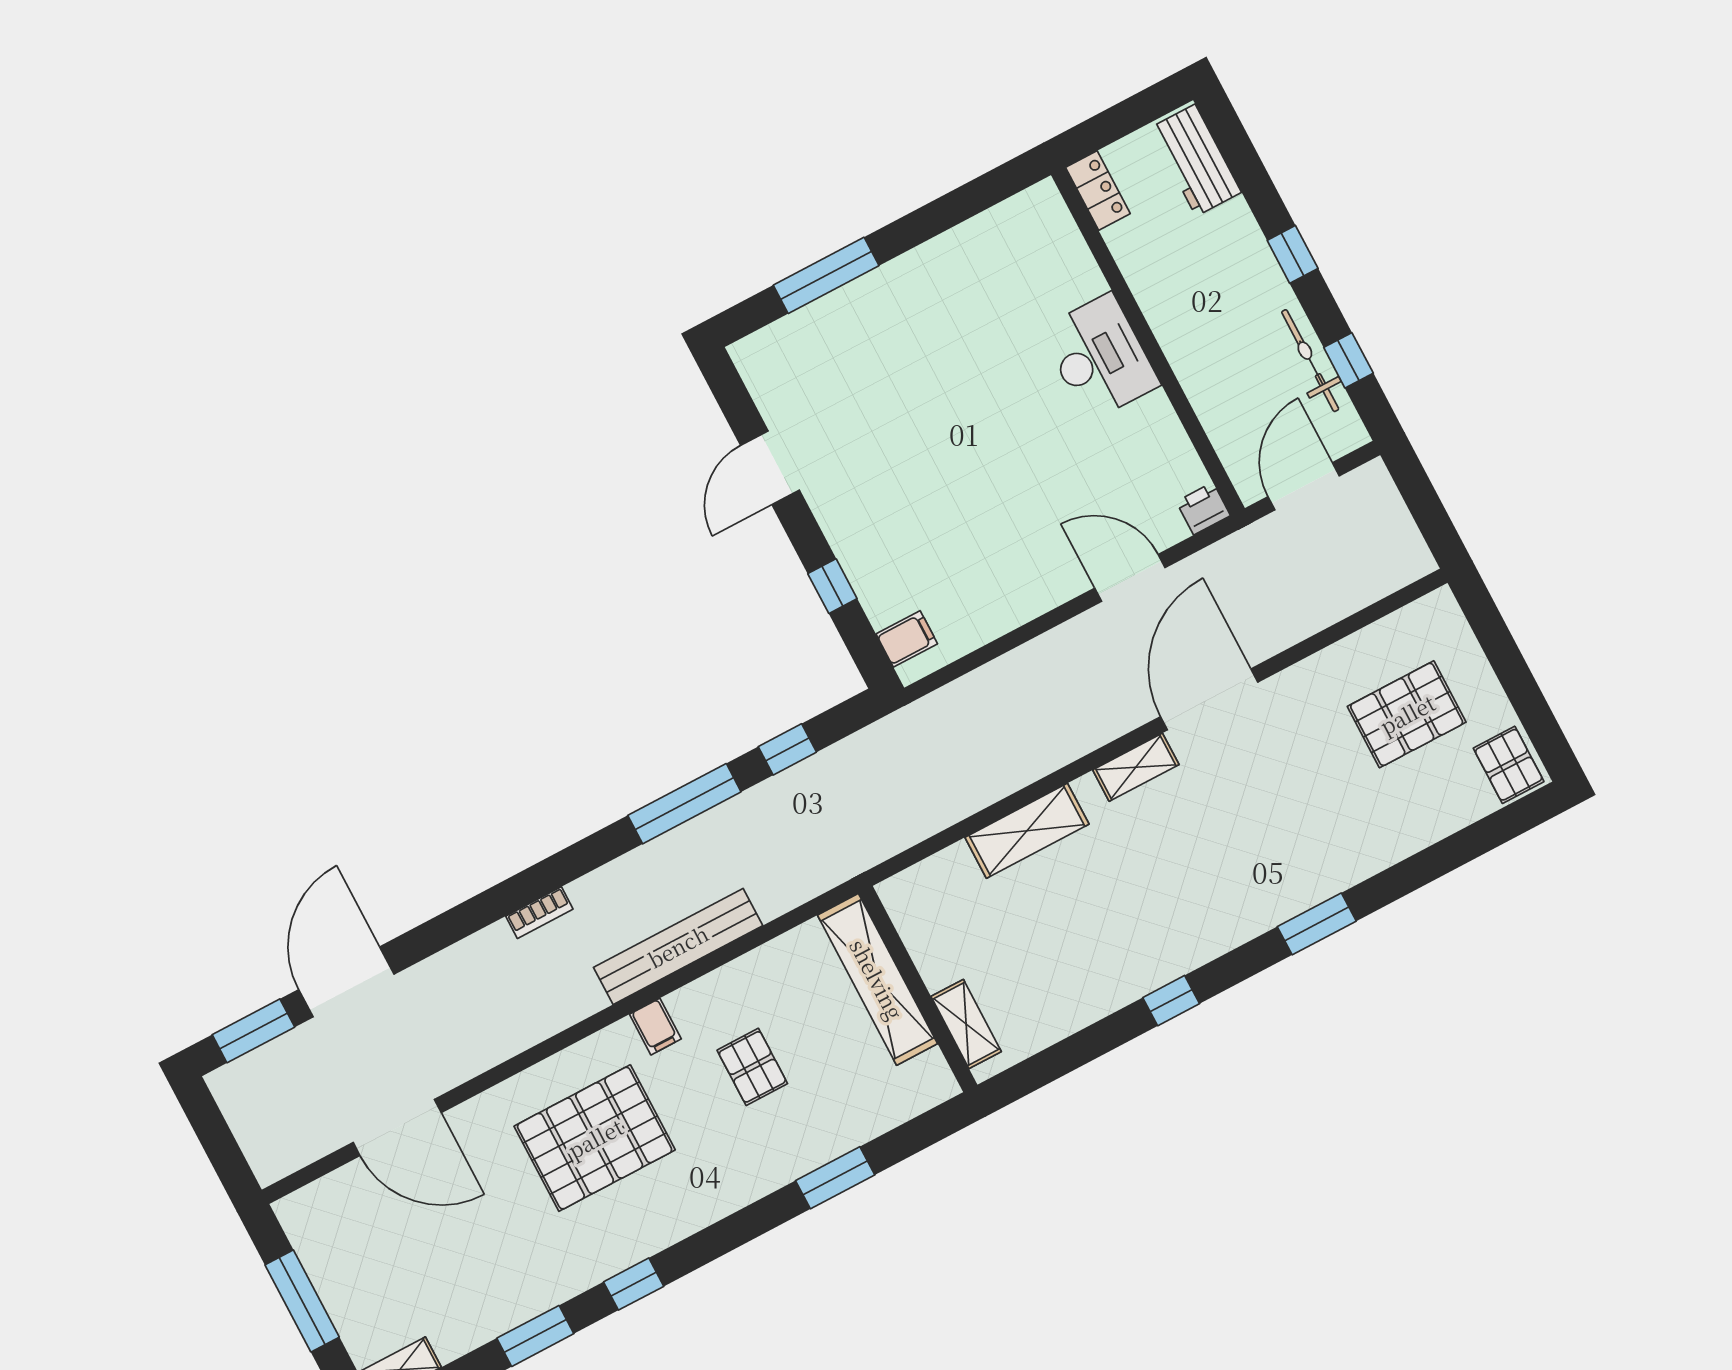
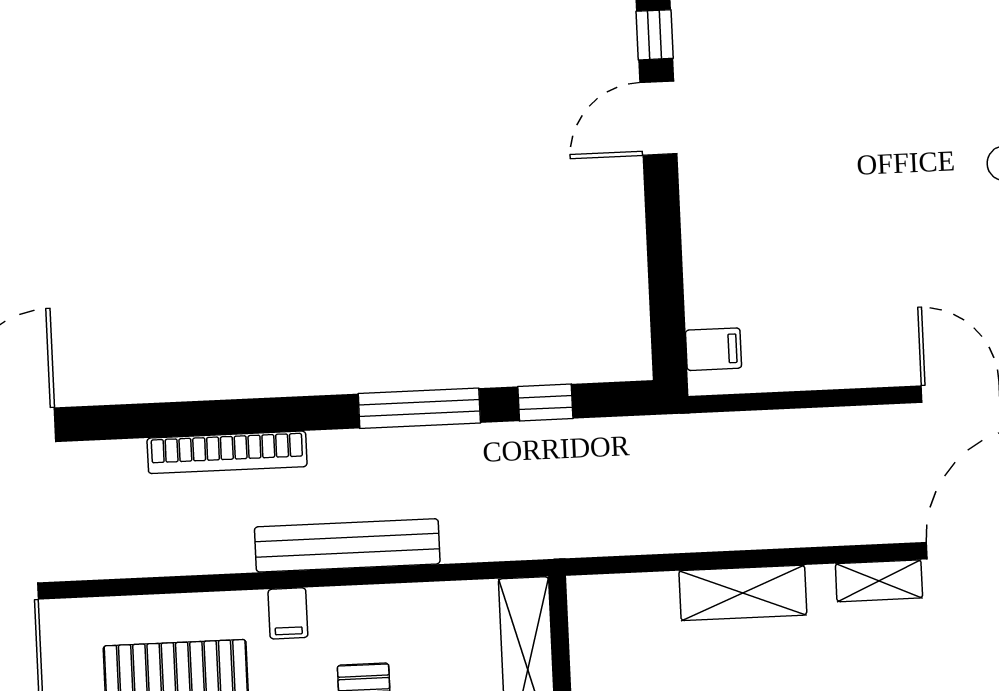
window: (832, 586) -> (655, 35), moved
bookcase: (539, 913) -> (227, 452), width x2.31, depth x1.31

